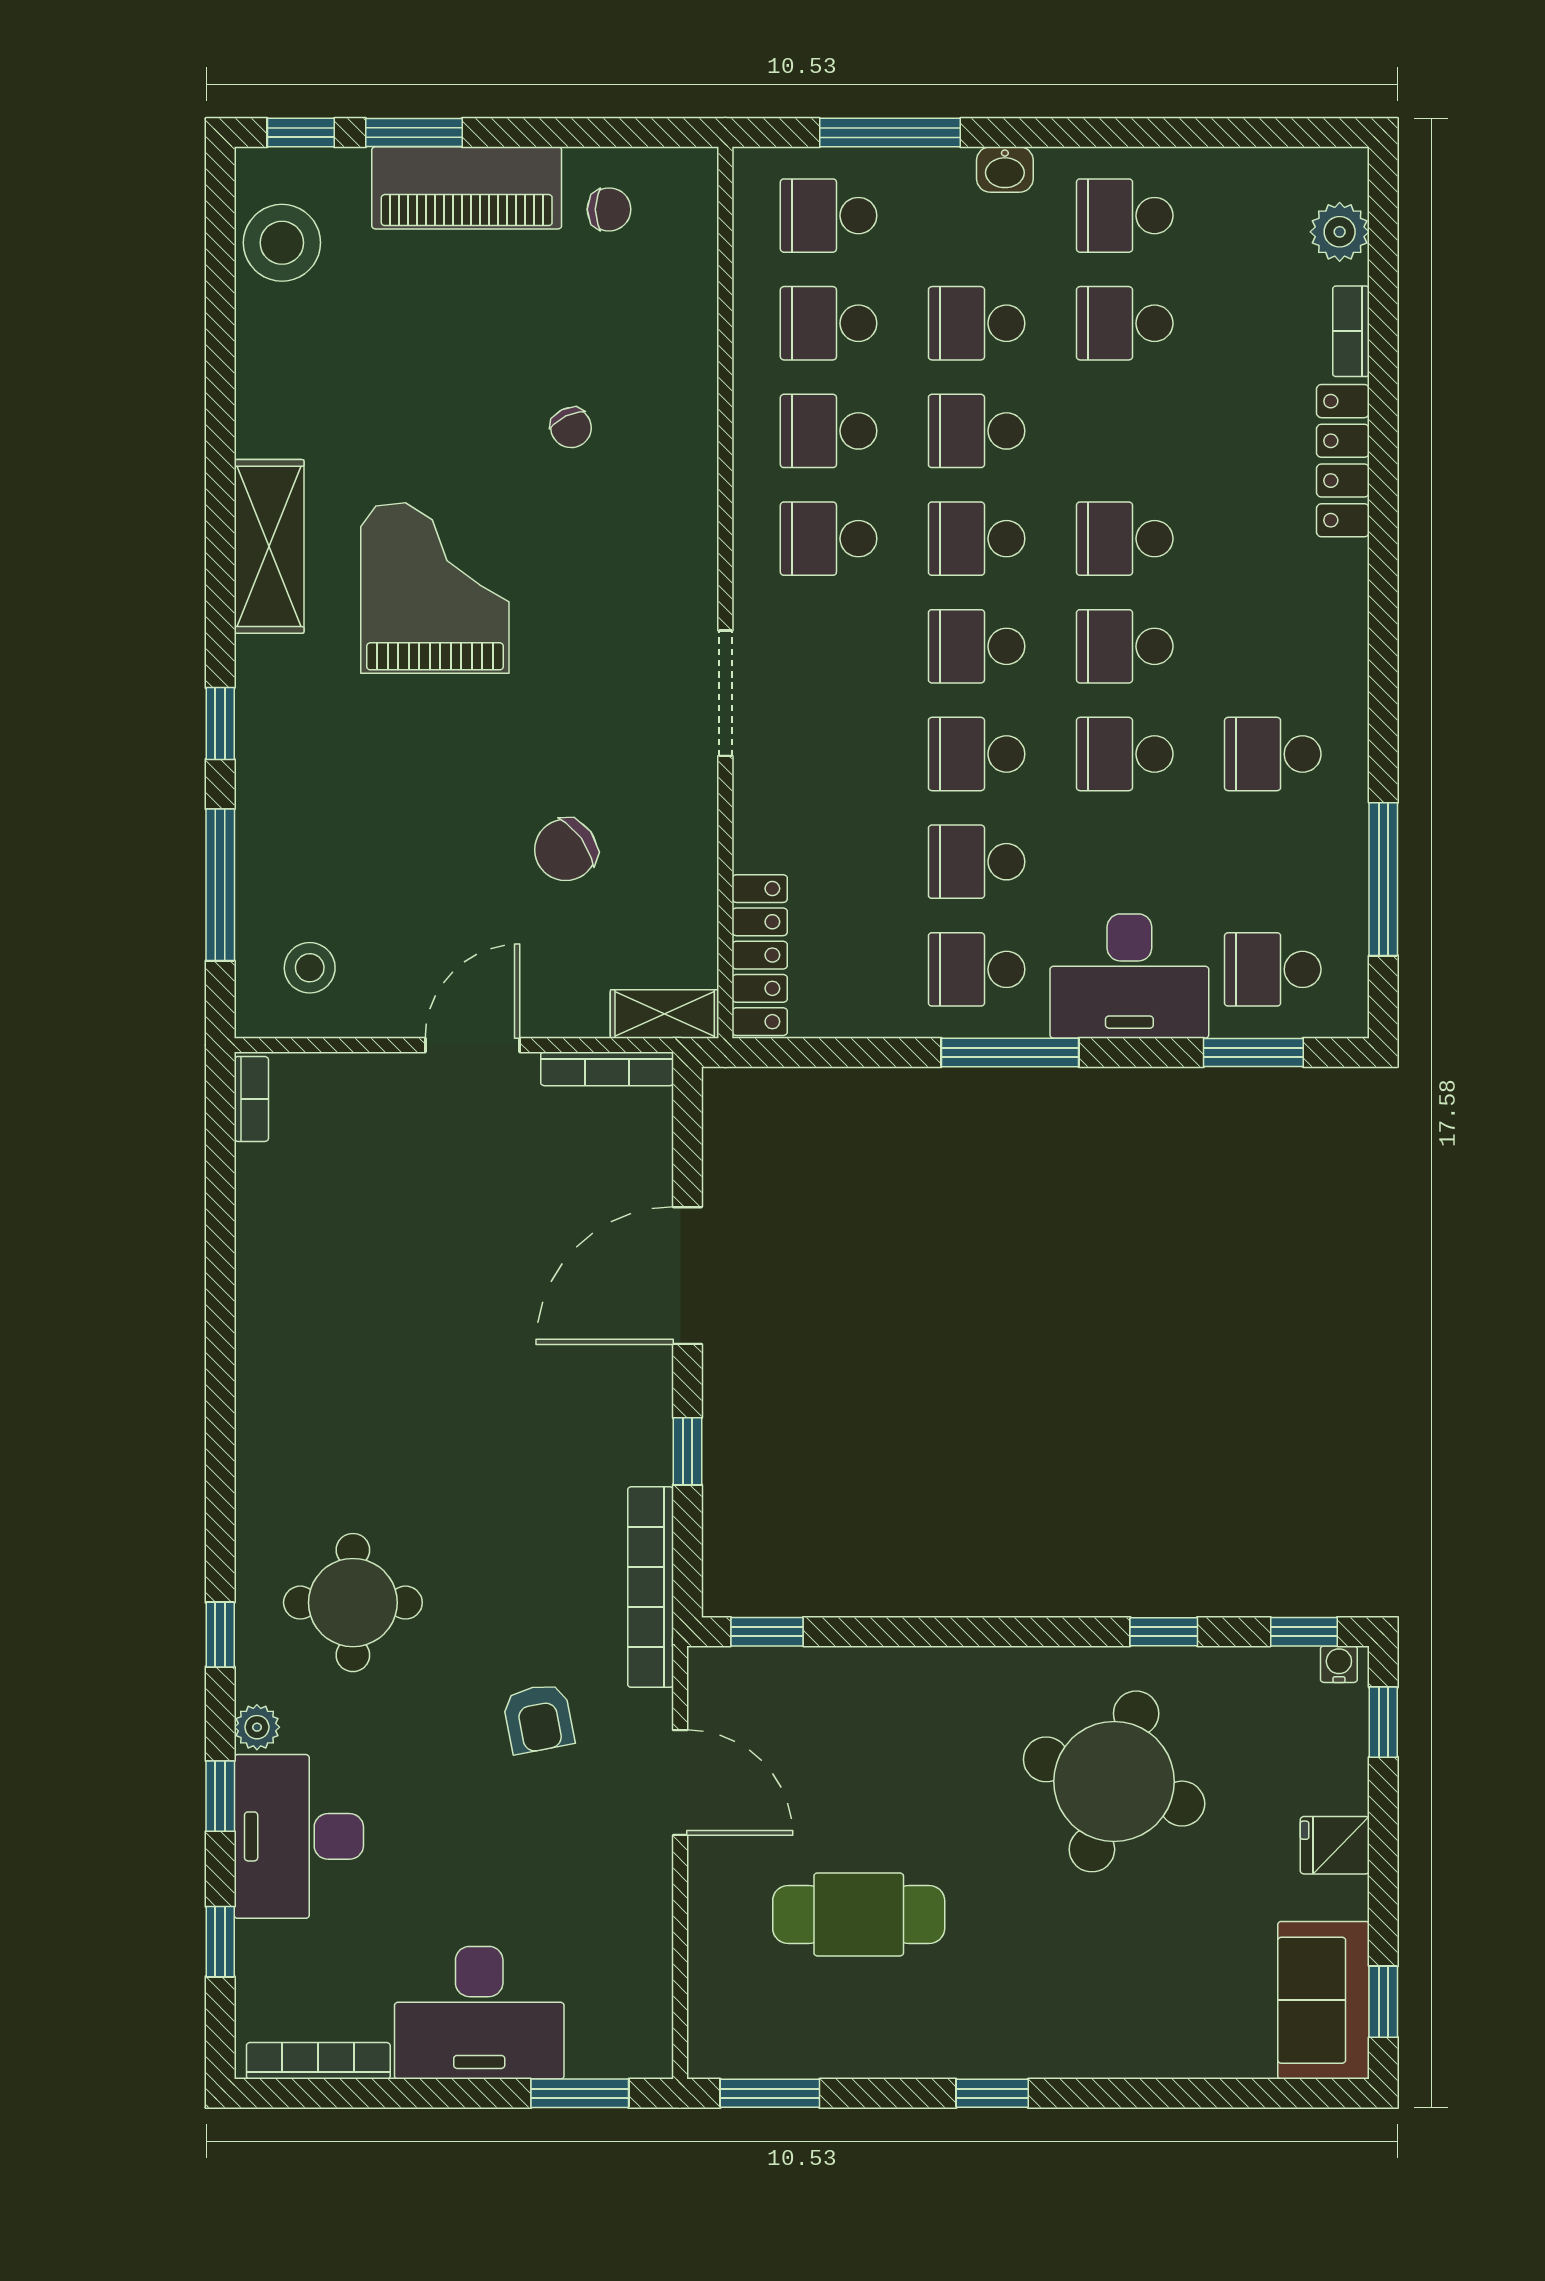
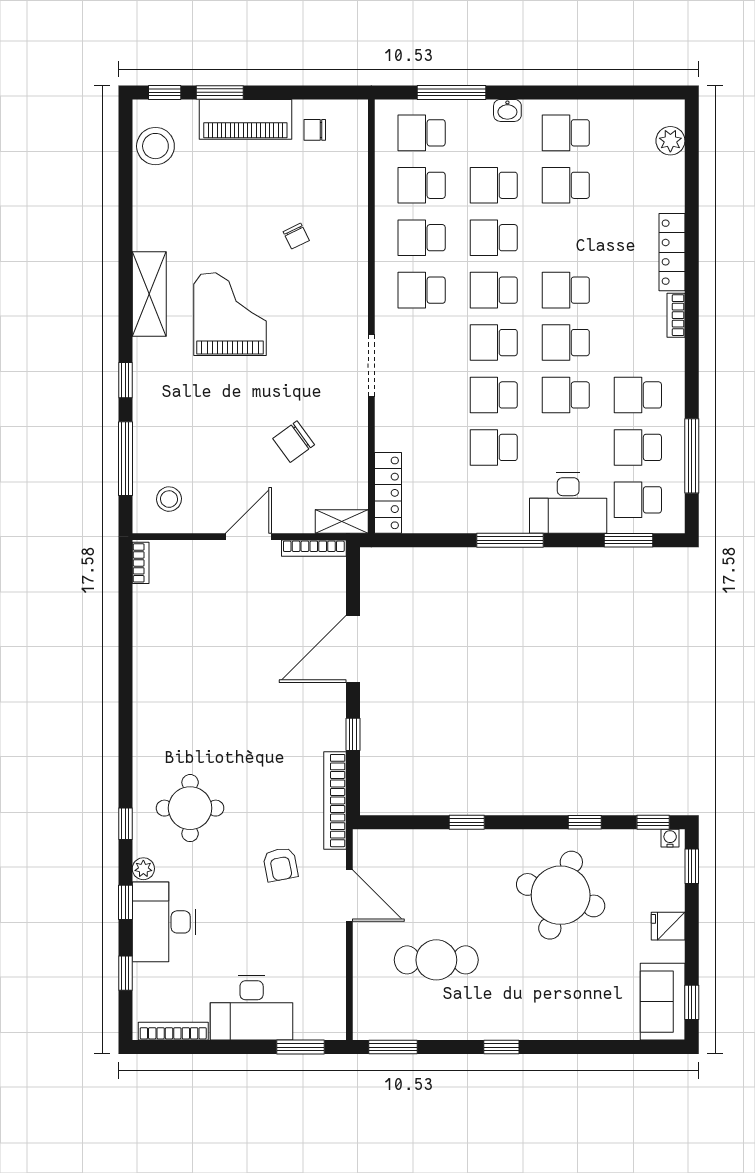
chair: (609, 209) -> (315, 130), turned 180
bookcase: (1351, 331) -> (676, 315), moved
school desk: (977, 969) -> (638, 447), moved
window: (767, 1632) -> (467, 822), moved

